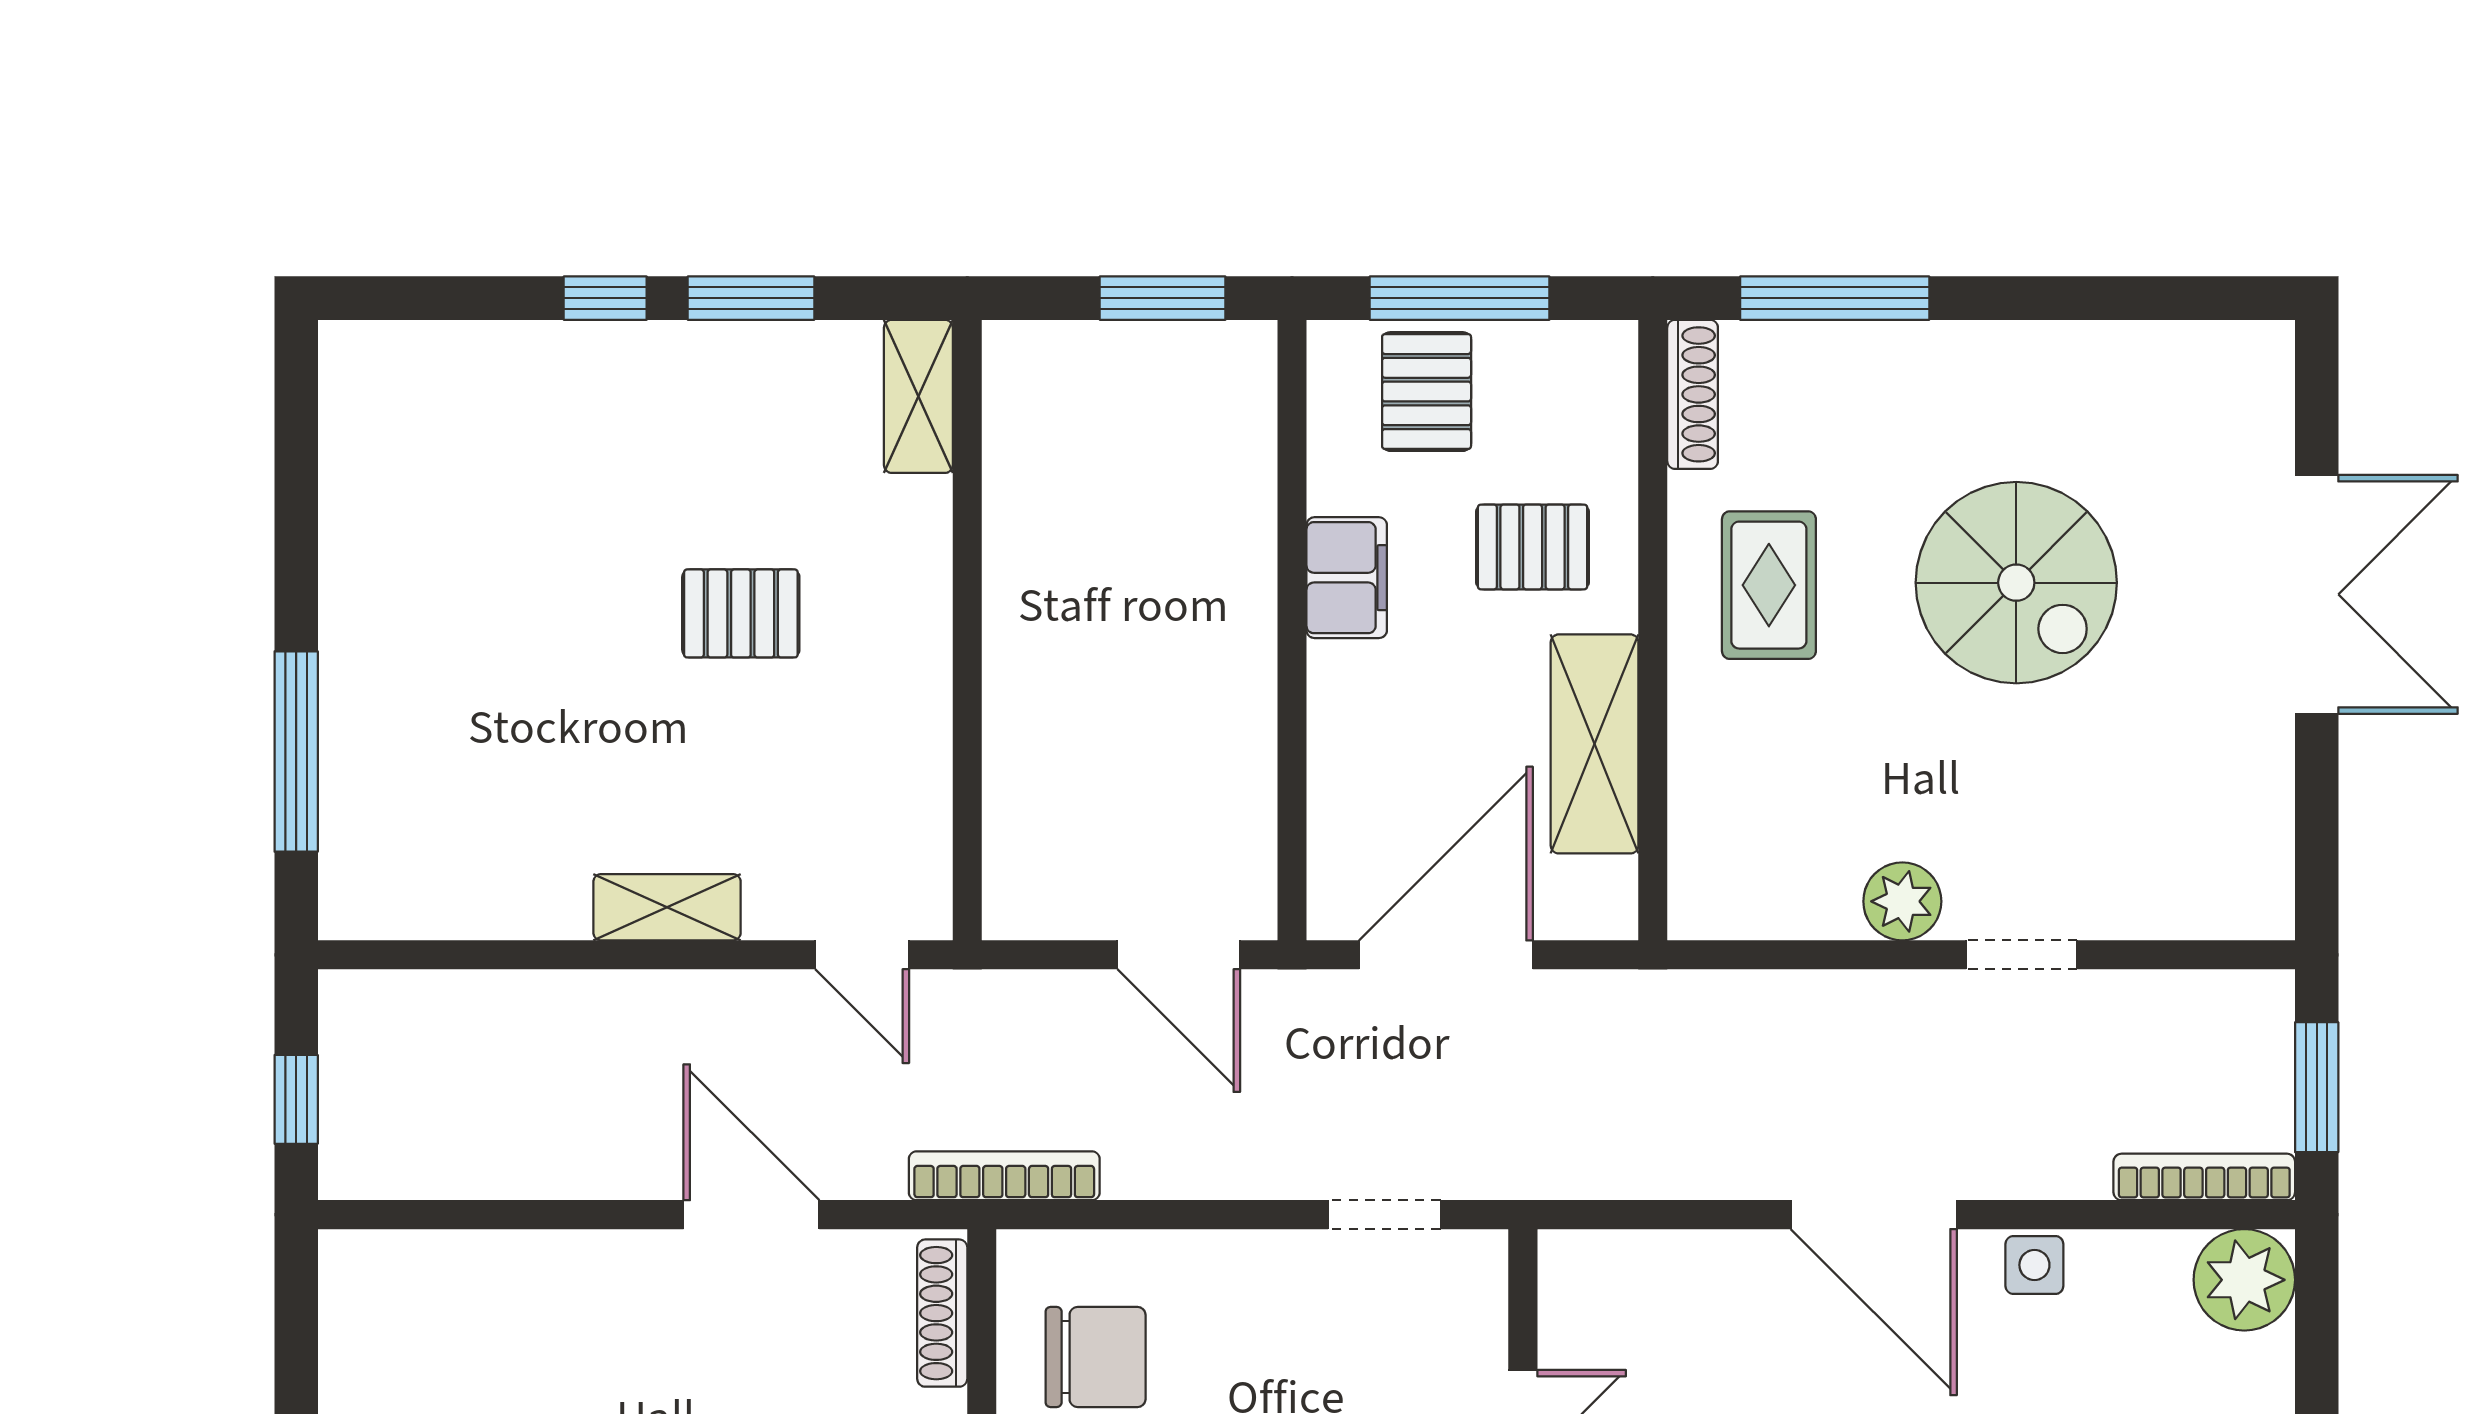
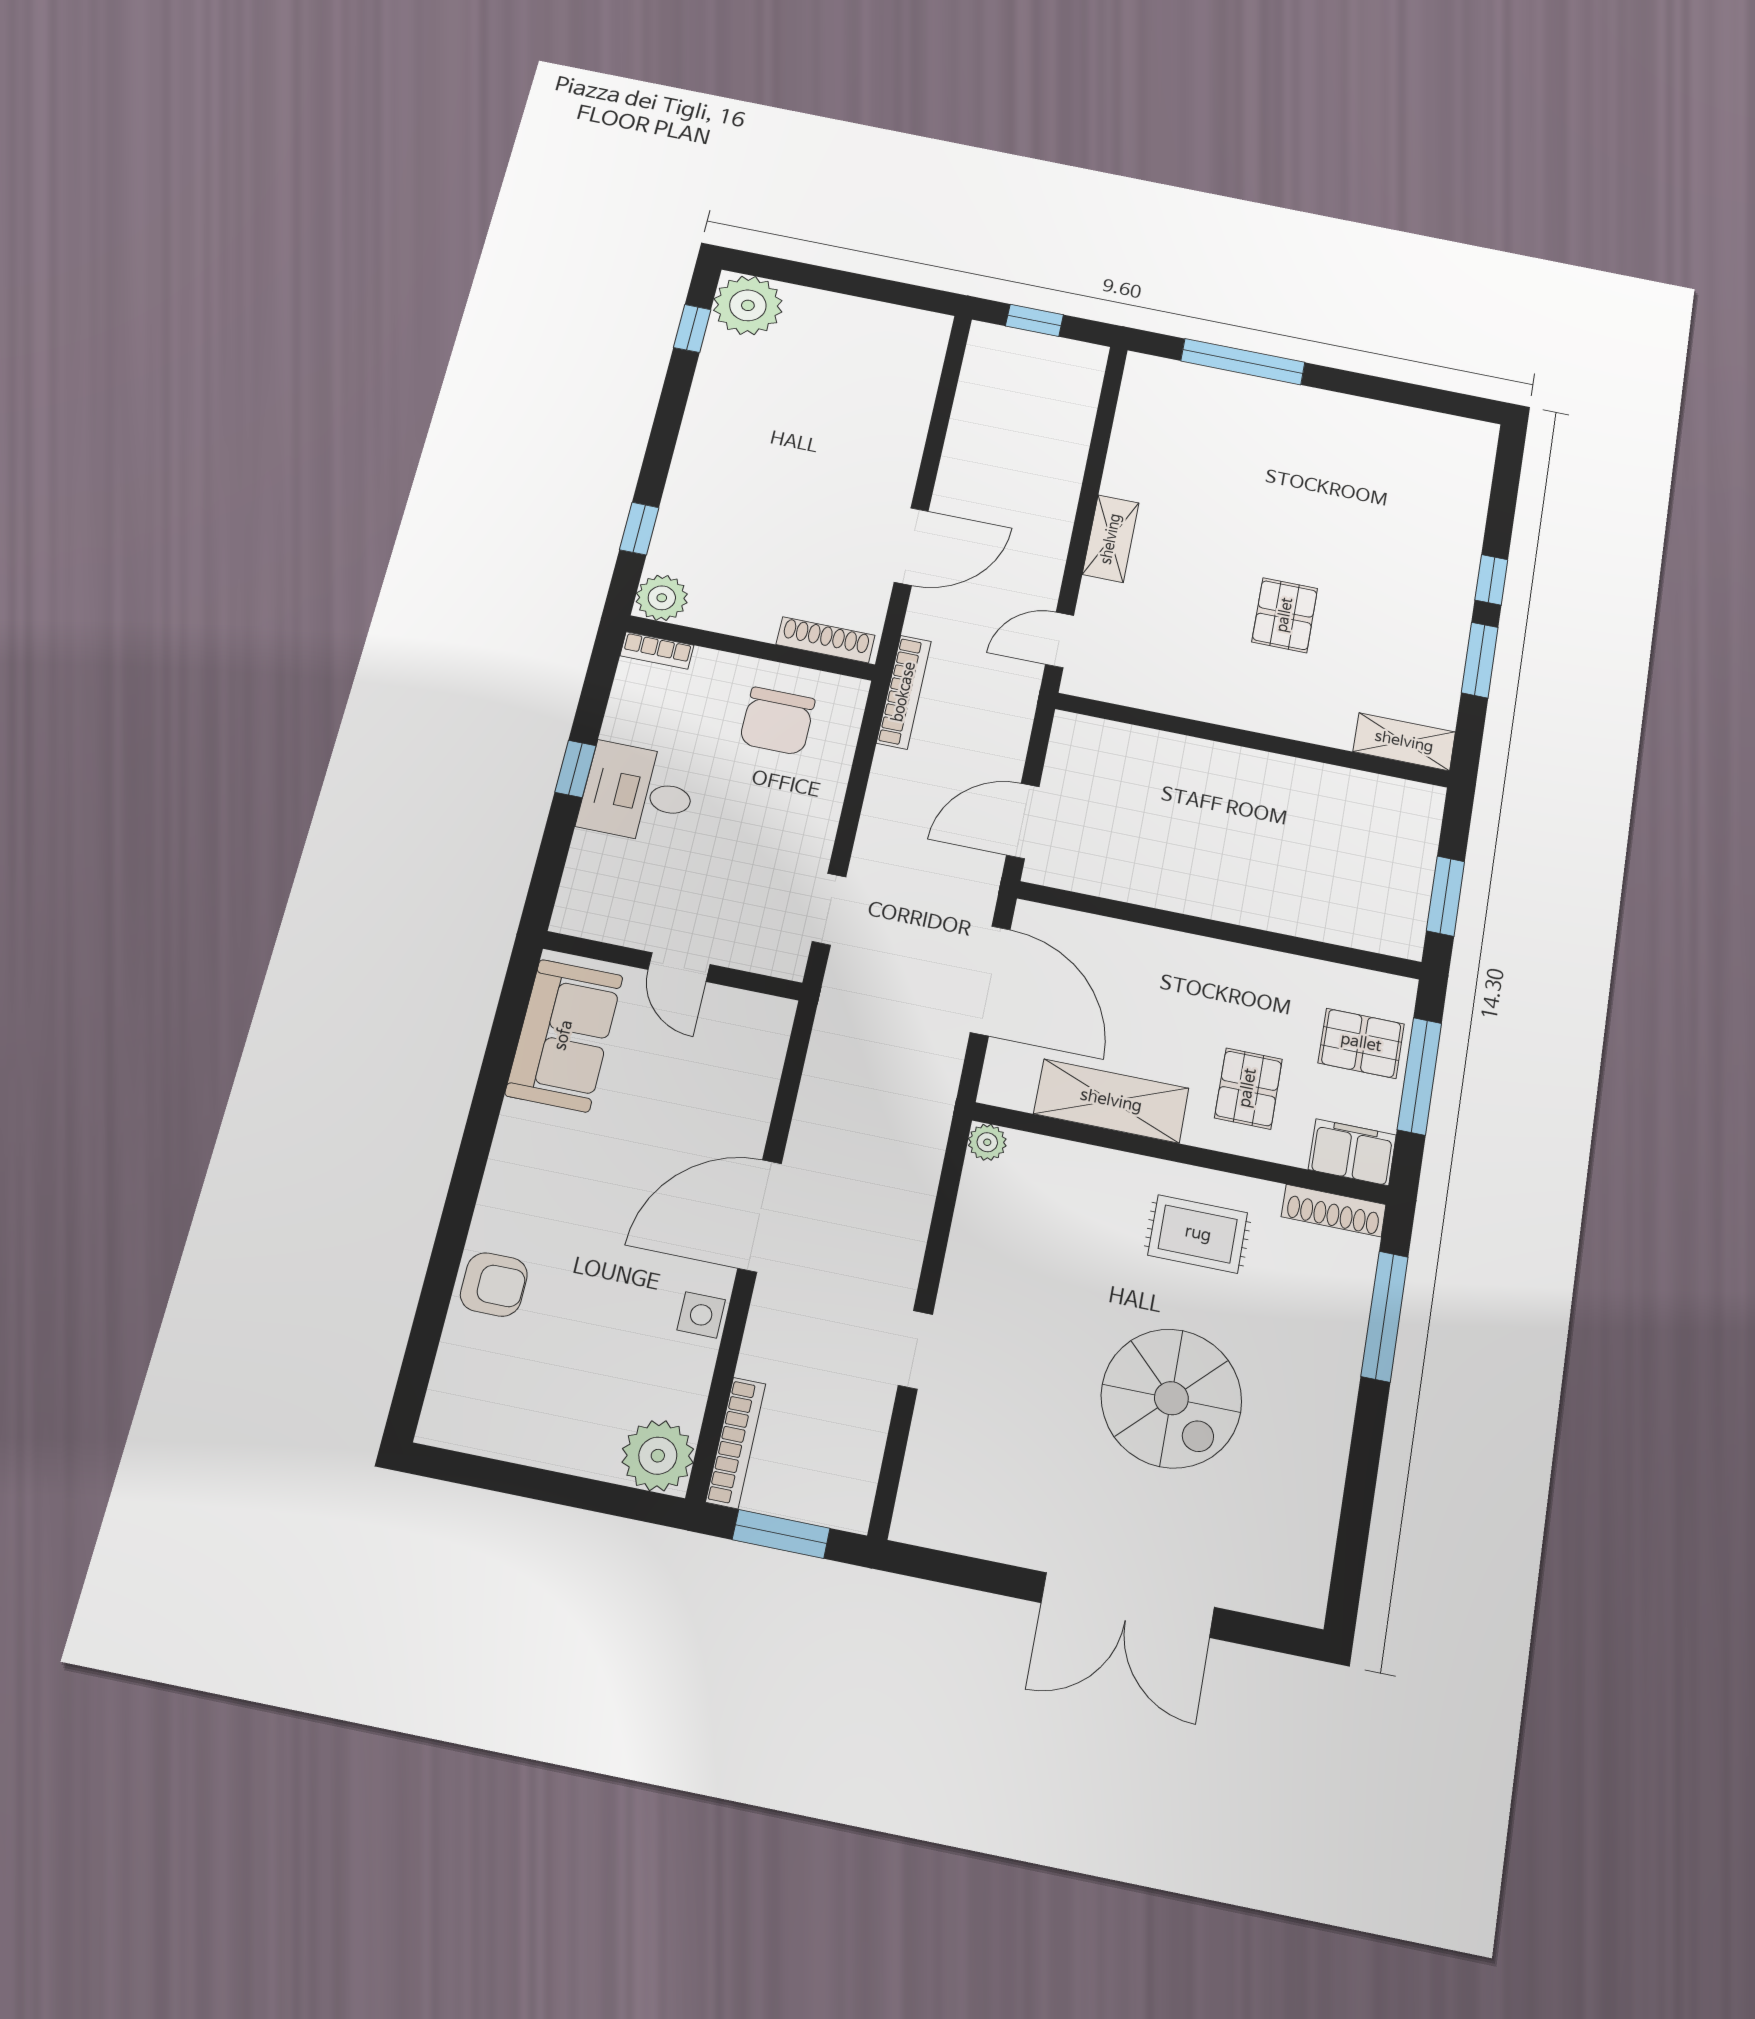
filing cabinet: (1347, 578) -> (1352, 1152), moved, turned 180
spiral stairs: (2016, 583) -> (1171, 1398), turned -90
plant: (1902, 901) -> (987, 1142), moved, width x0.73, depth x0.73

